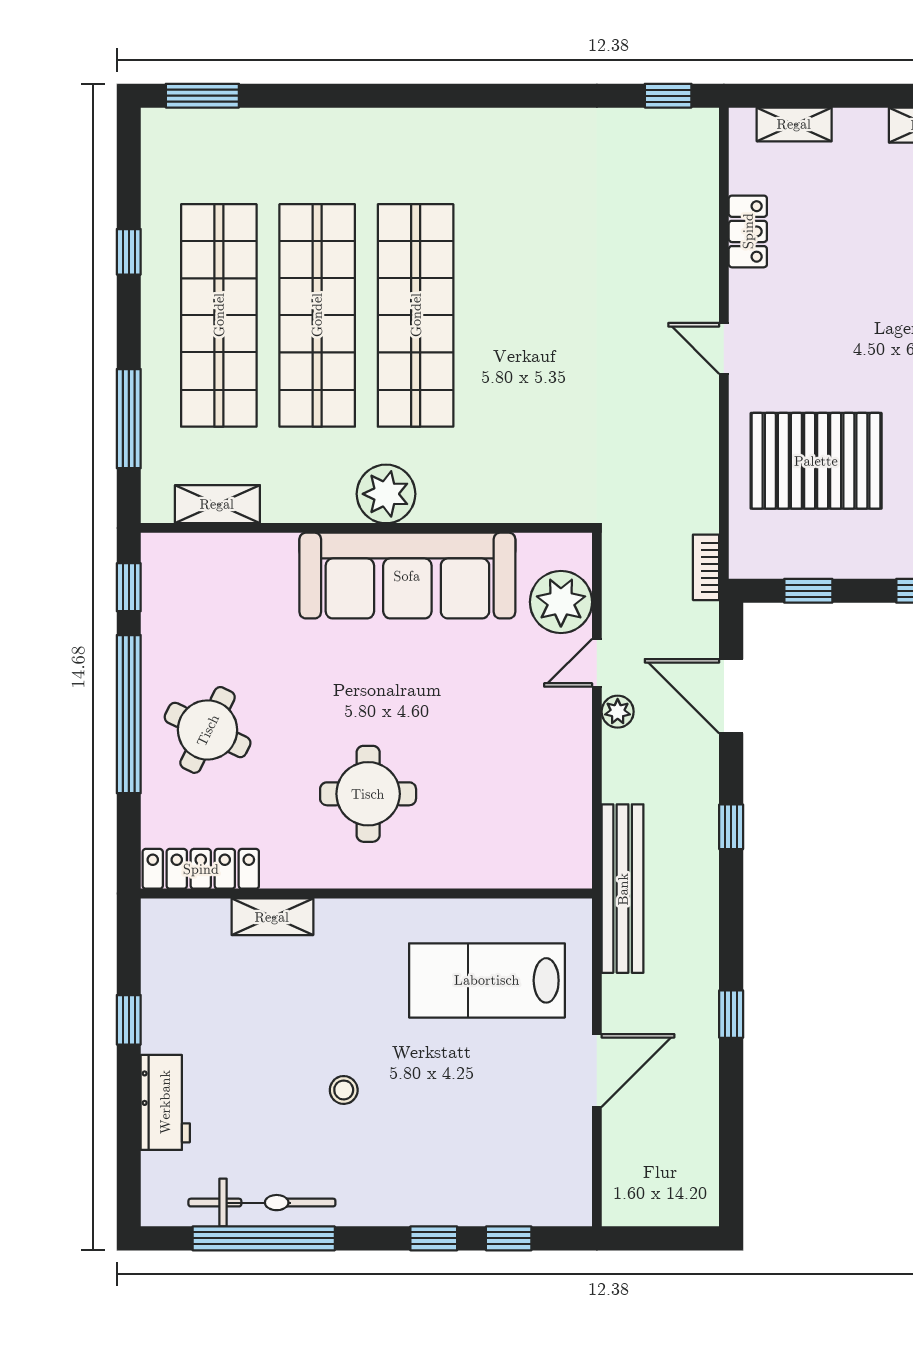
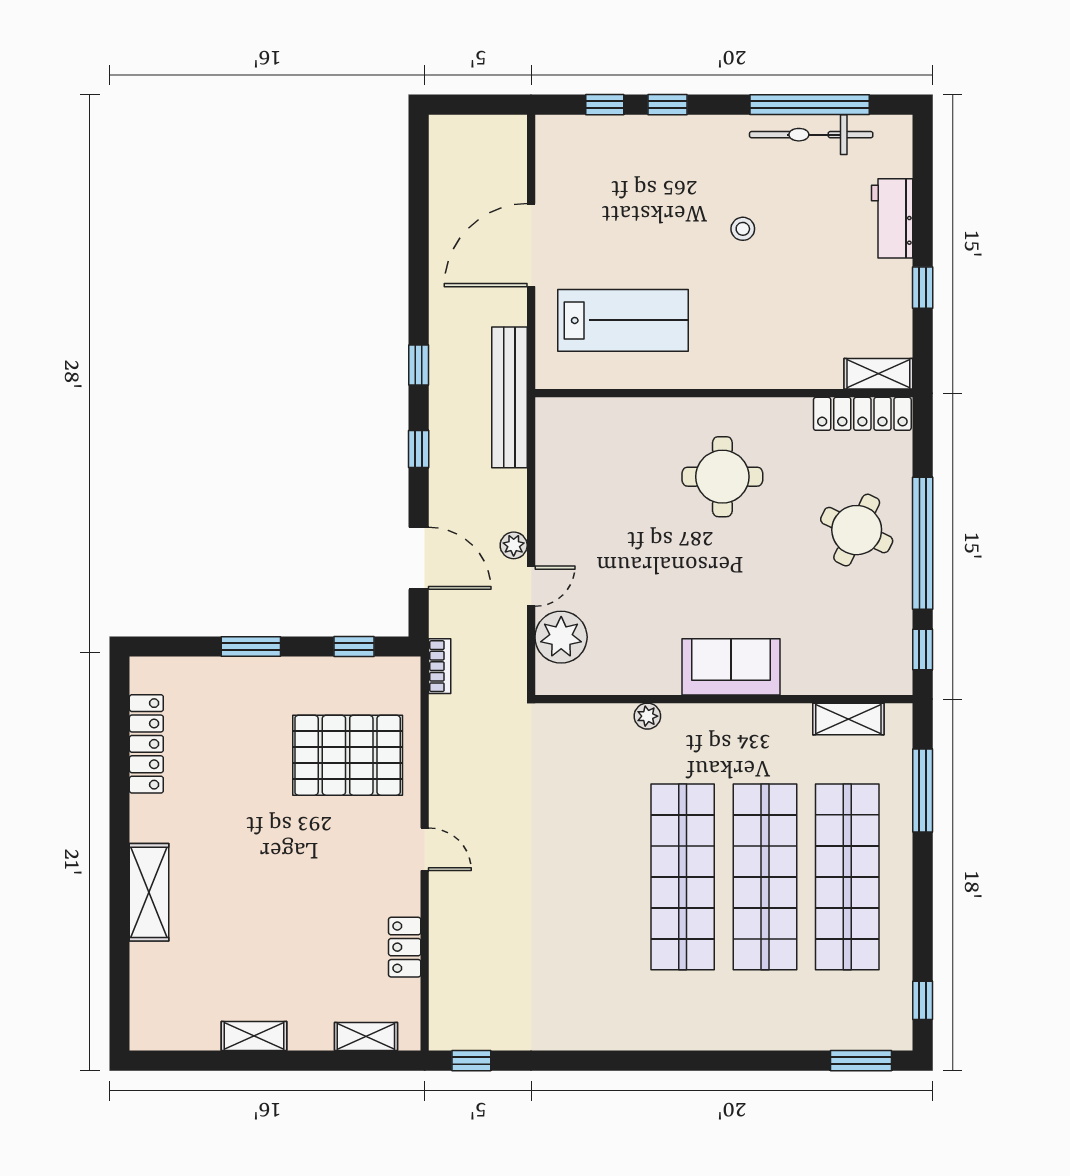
window: (129, 252) -> (923, 1000), moved
plant: (386, 494) -> (647, 716), moved, width x0.53, depth x0.53
sofa: (407, 576) -> (731, 667), width x0.54, depth x0.79
shelving: (272, 917) -> (878, 374), moved
window: (731, 1014) -> (419, 365), moved
door: (597, 1070) -> (531, 245), width x1.36

